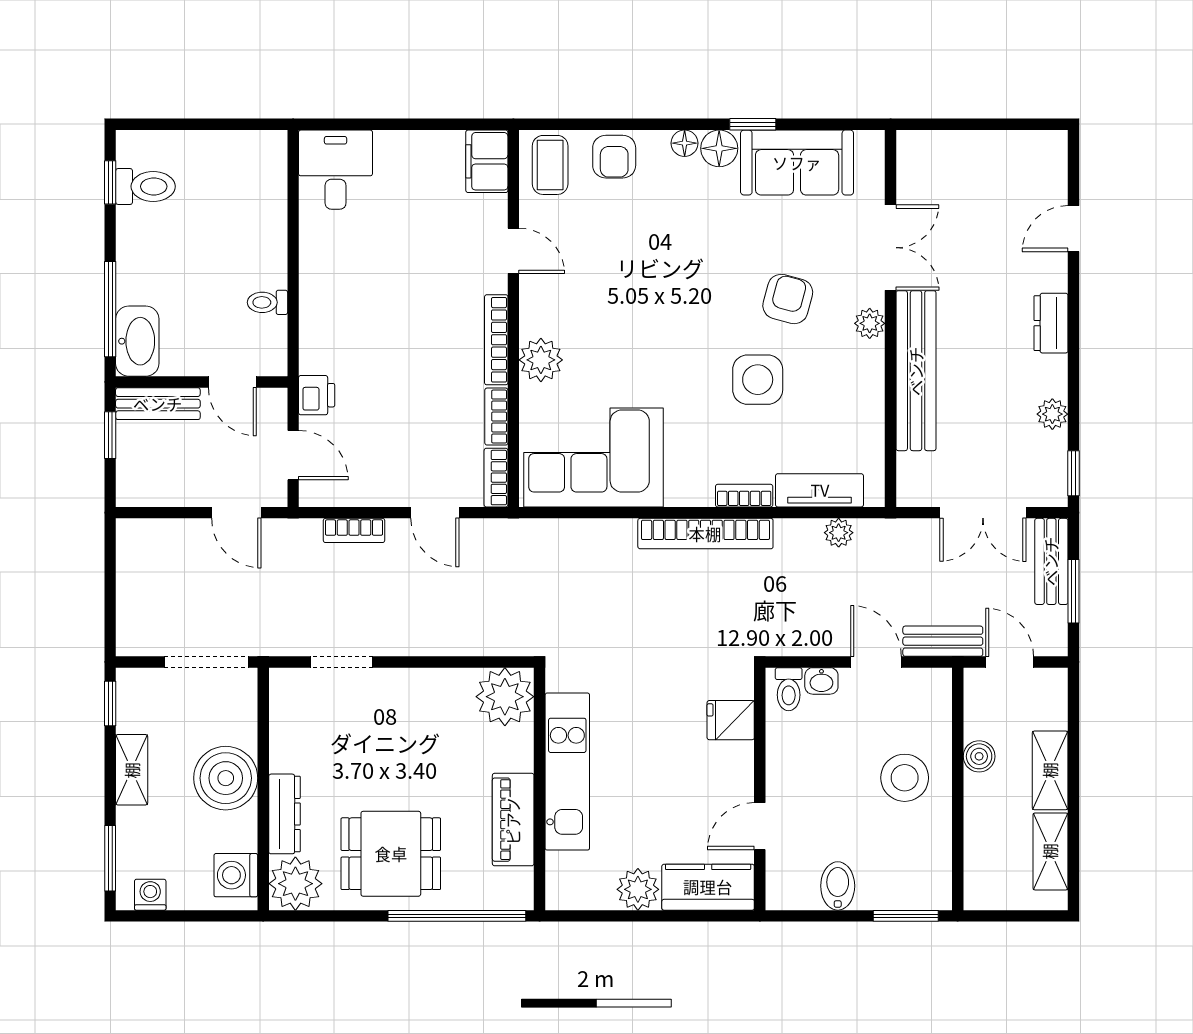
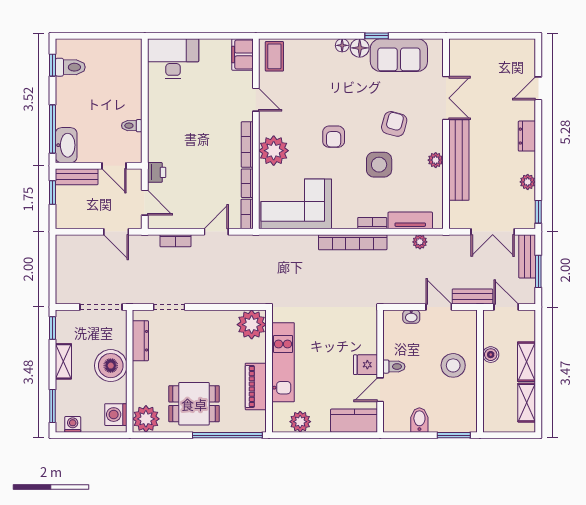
armchair: (614, 157) -> (334, 137), moved
desk: (336, 170) -> (173, 59), width x1.37
plant: (870, 323) -> (436, 160), moved
plant: (541, 360) -> (274, 151), width x1.36, depth x1.36
door: (435, 513) -> (216, 232), swing flipped
toilet: (789, 689) -> (394, 367), moved, turned -90
fridge: (731, 720) -> (365, 365), moved
dresser: (284, 814) -> (140, 341), moved
plant: (638, 889) -> (300, 422), moved

